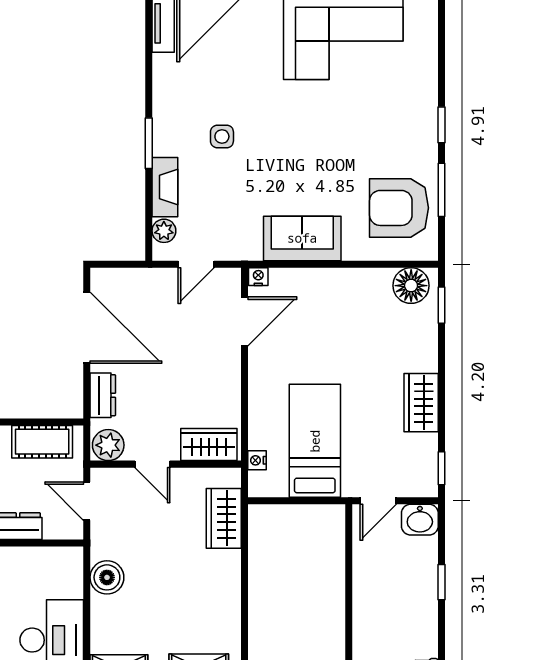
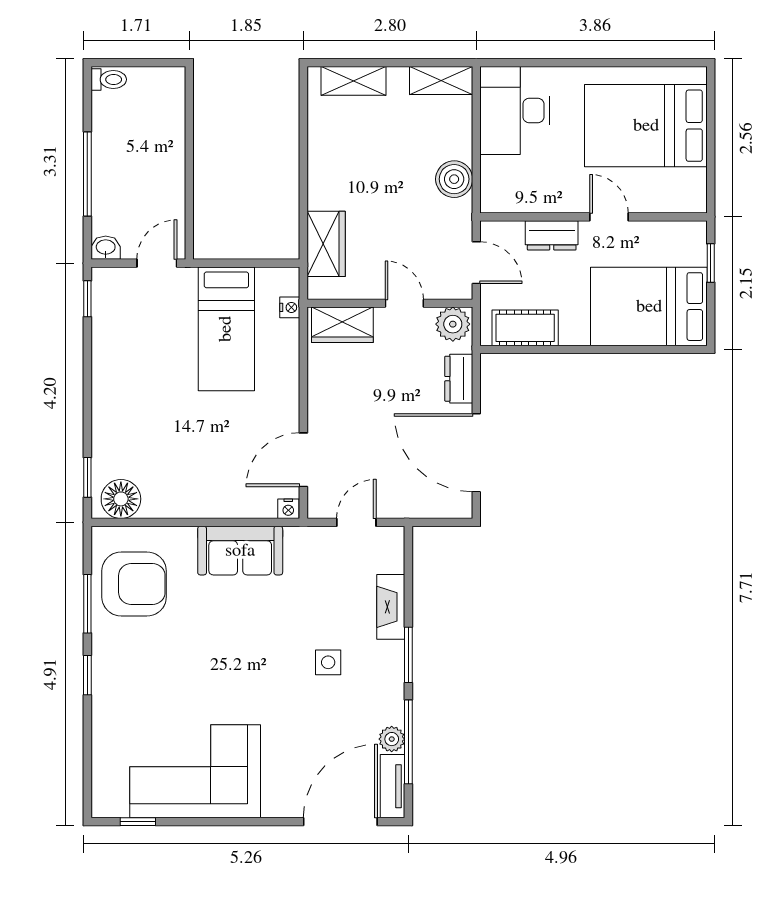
window: (149, 64) -> (408, 742), added
plant: (164, 231) -> (392, 739), moved
wardrobe: (421, 403) -> (110, 371), removed
washbasin: (420, 520) -> (106, 248), width x0.72, depth x0.69
window: (442, 582) -> (87, 174), width x2.17

